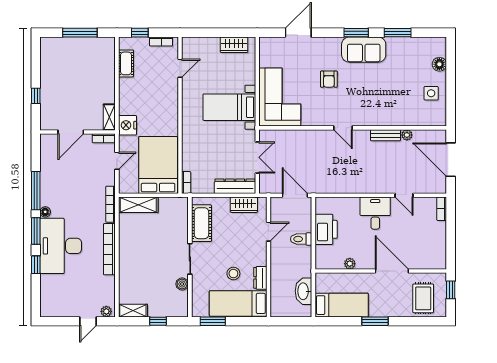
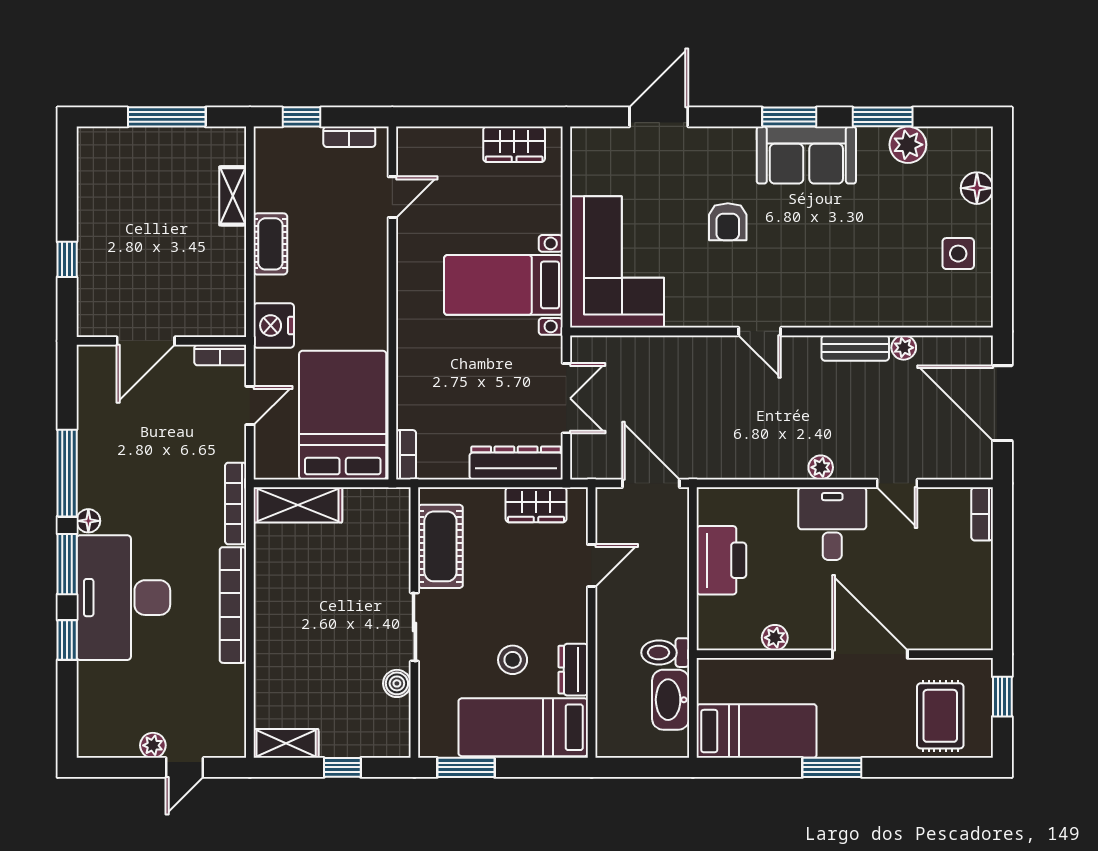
plant: (409, 45) -> (908, 145), added
cot: (126, 63) -> (270, 244), moved
shelving: (109, 117) -> (233, 196), moved
plant: (370, 188) -> (821, 467), added
toilet: (301, 239) -> (665, 653), moved
plant: (106, 311) -> (153, 745), moved

